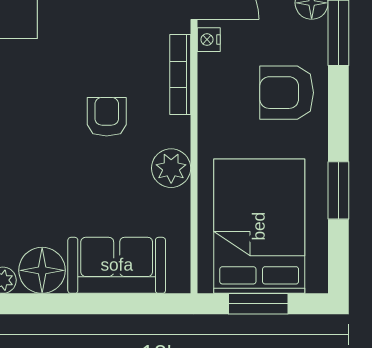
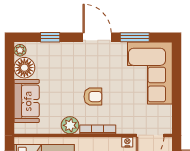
bookcase: (180, 75) -> (98, 129), moved

